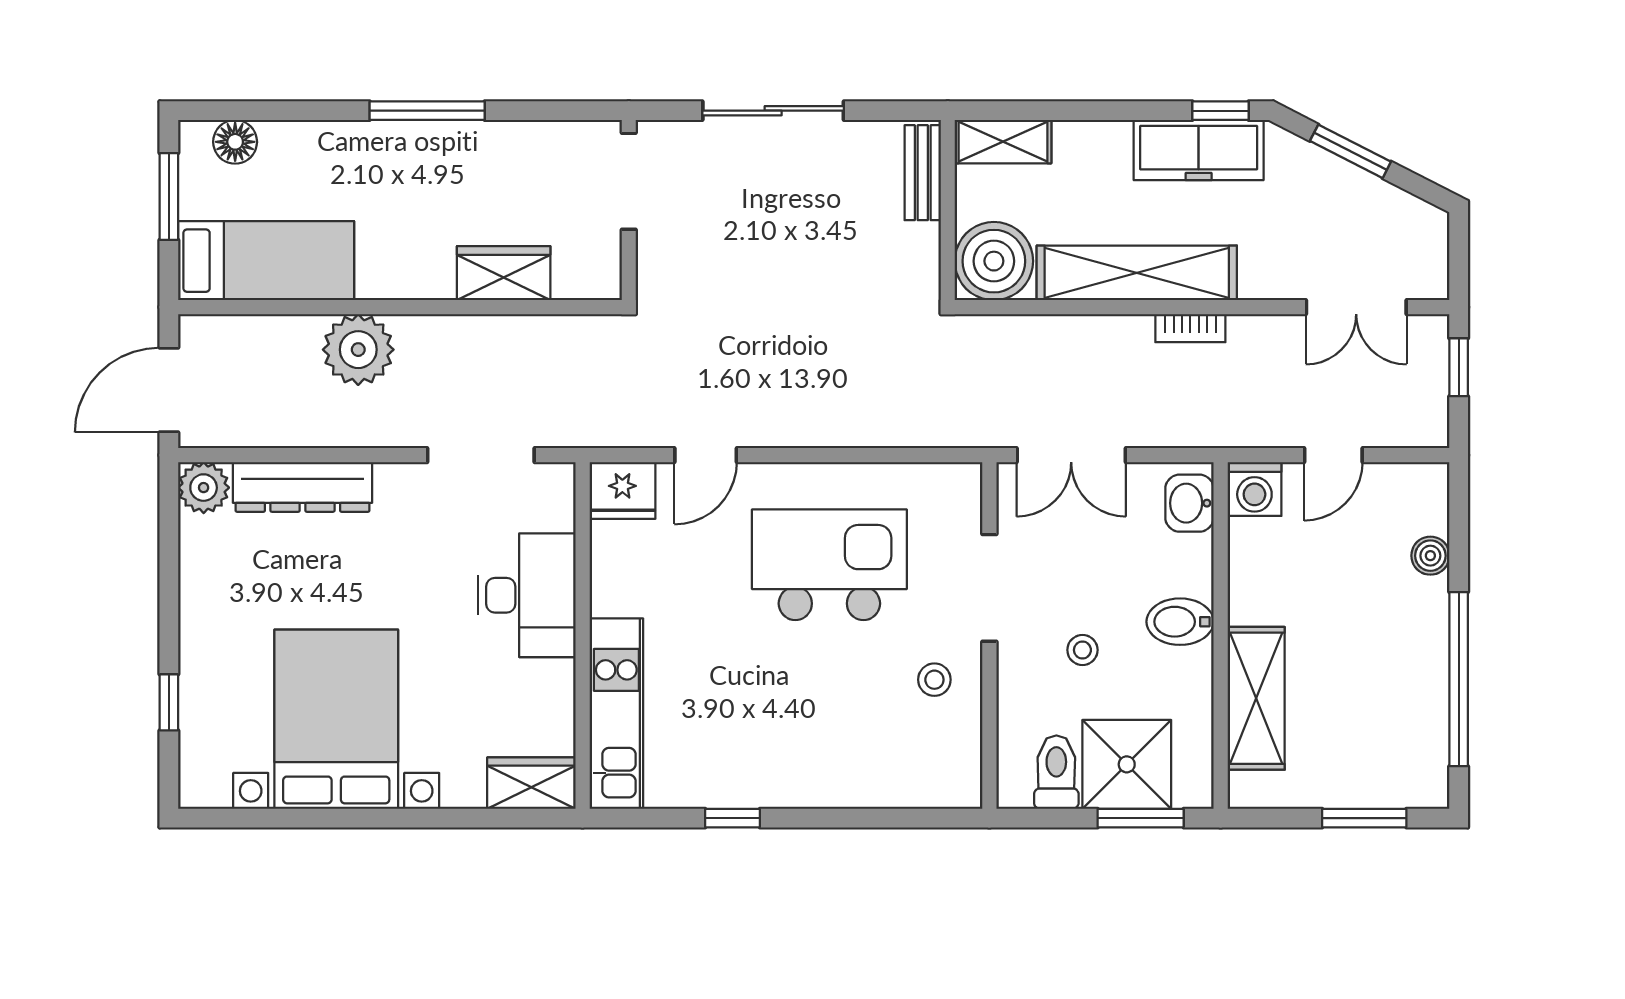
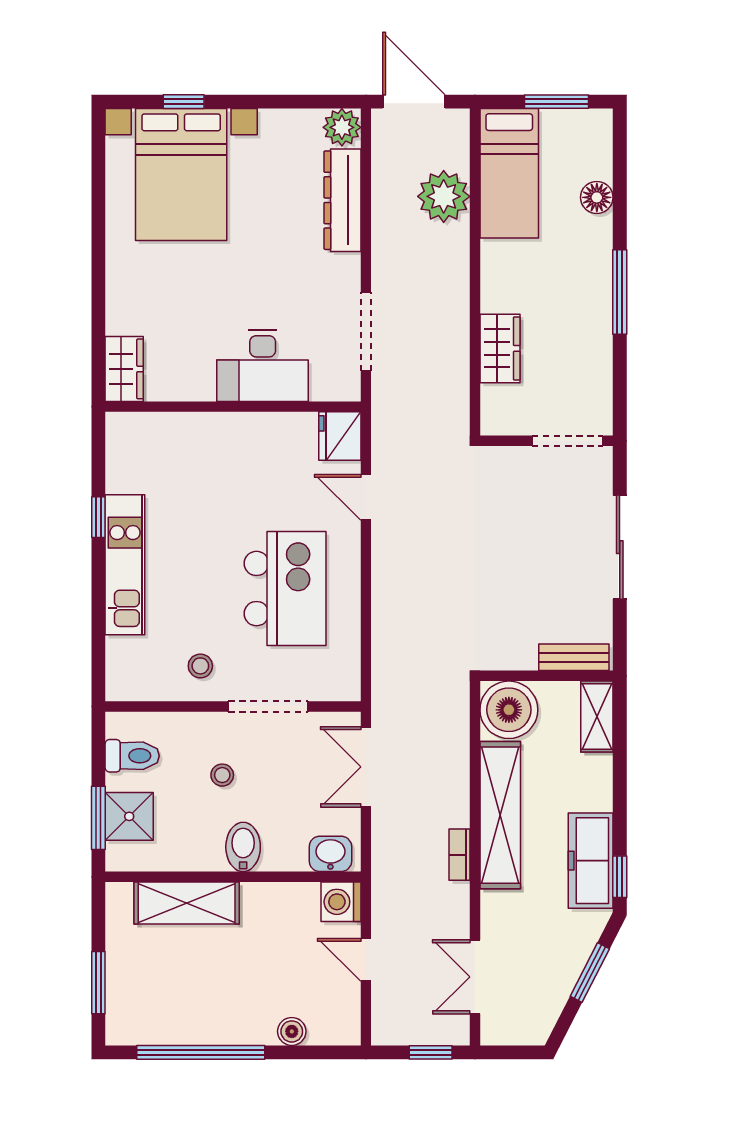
floor lamp: (235, 142) -> (597, 197), moved
plant: (358, 350) -> (444, 196), moved
kitchen unit: (616, 714) -> (125, 565), moved, turned -90
bed with nightstands: (336, 719) -> (181, 174), moved, turned 90
shower: (1127, 764) -> (129, 816), width x0.73, depth x0.73

